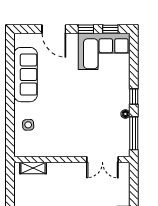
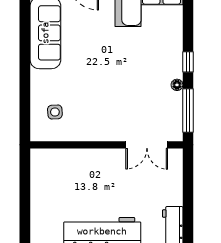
side table: (28, 125) -> (55, 112), moved
shelving: (33, 168) -> (55, 156), removed

